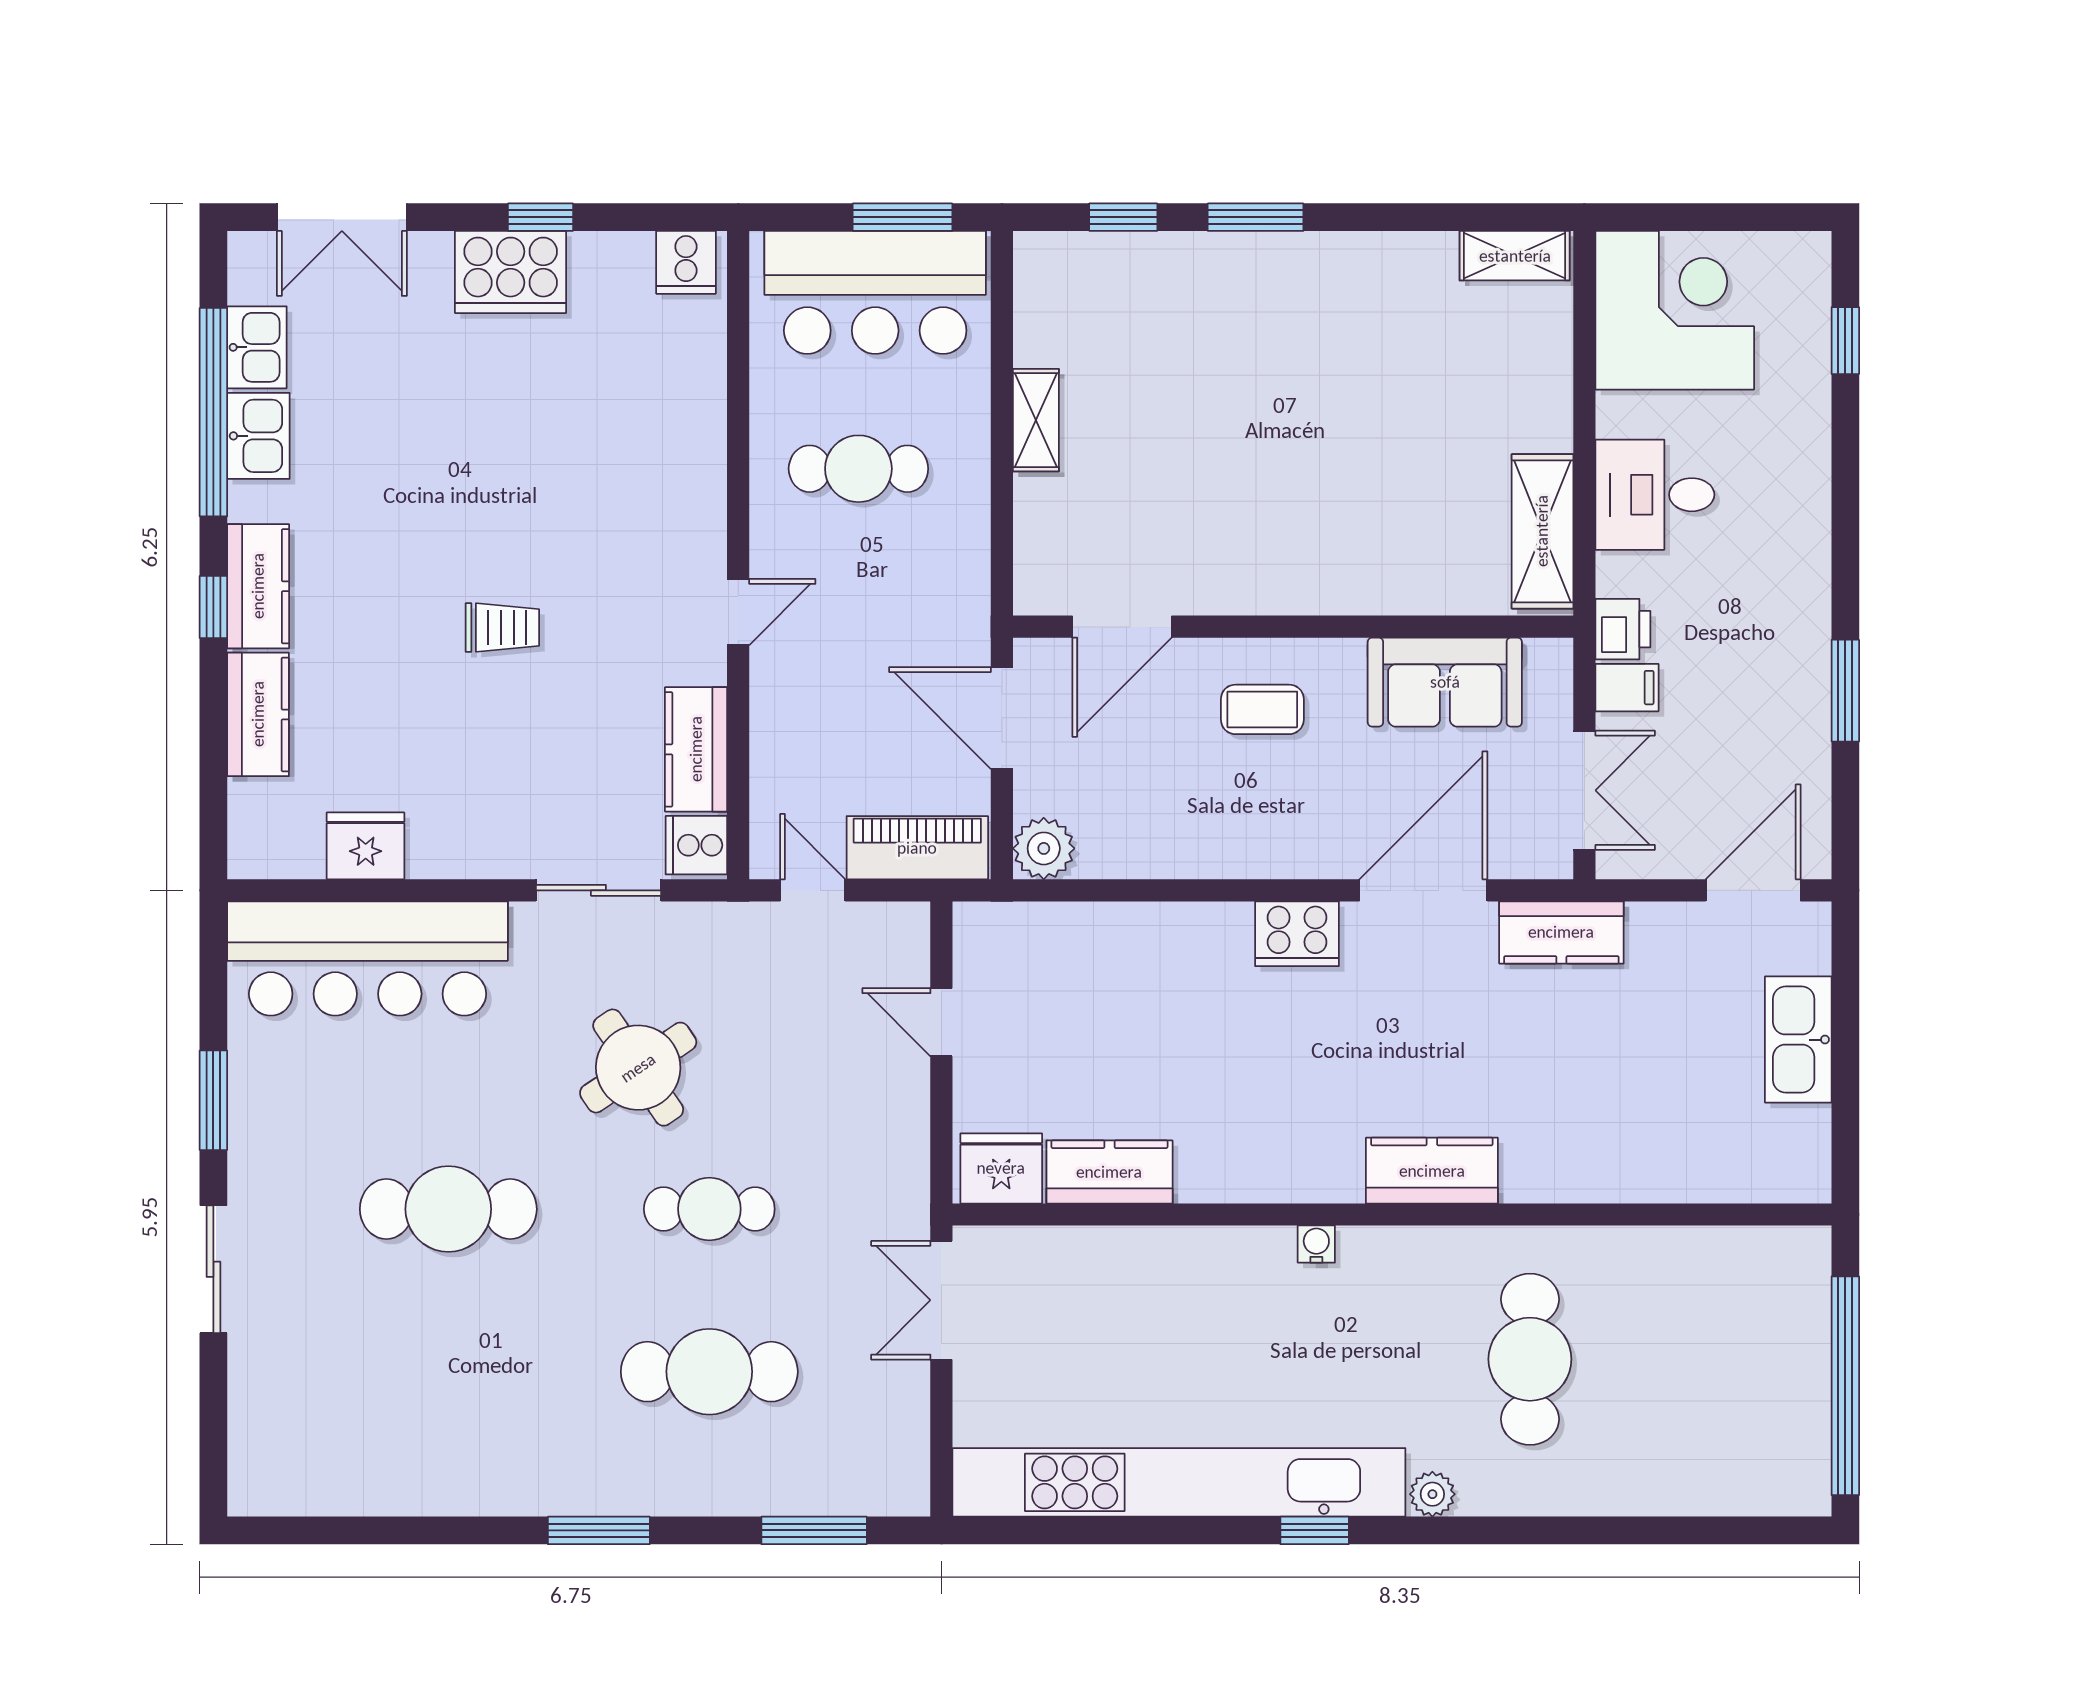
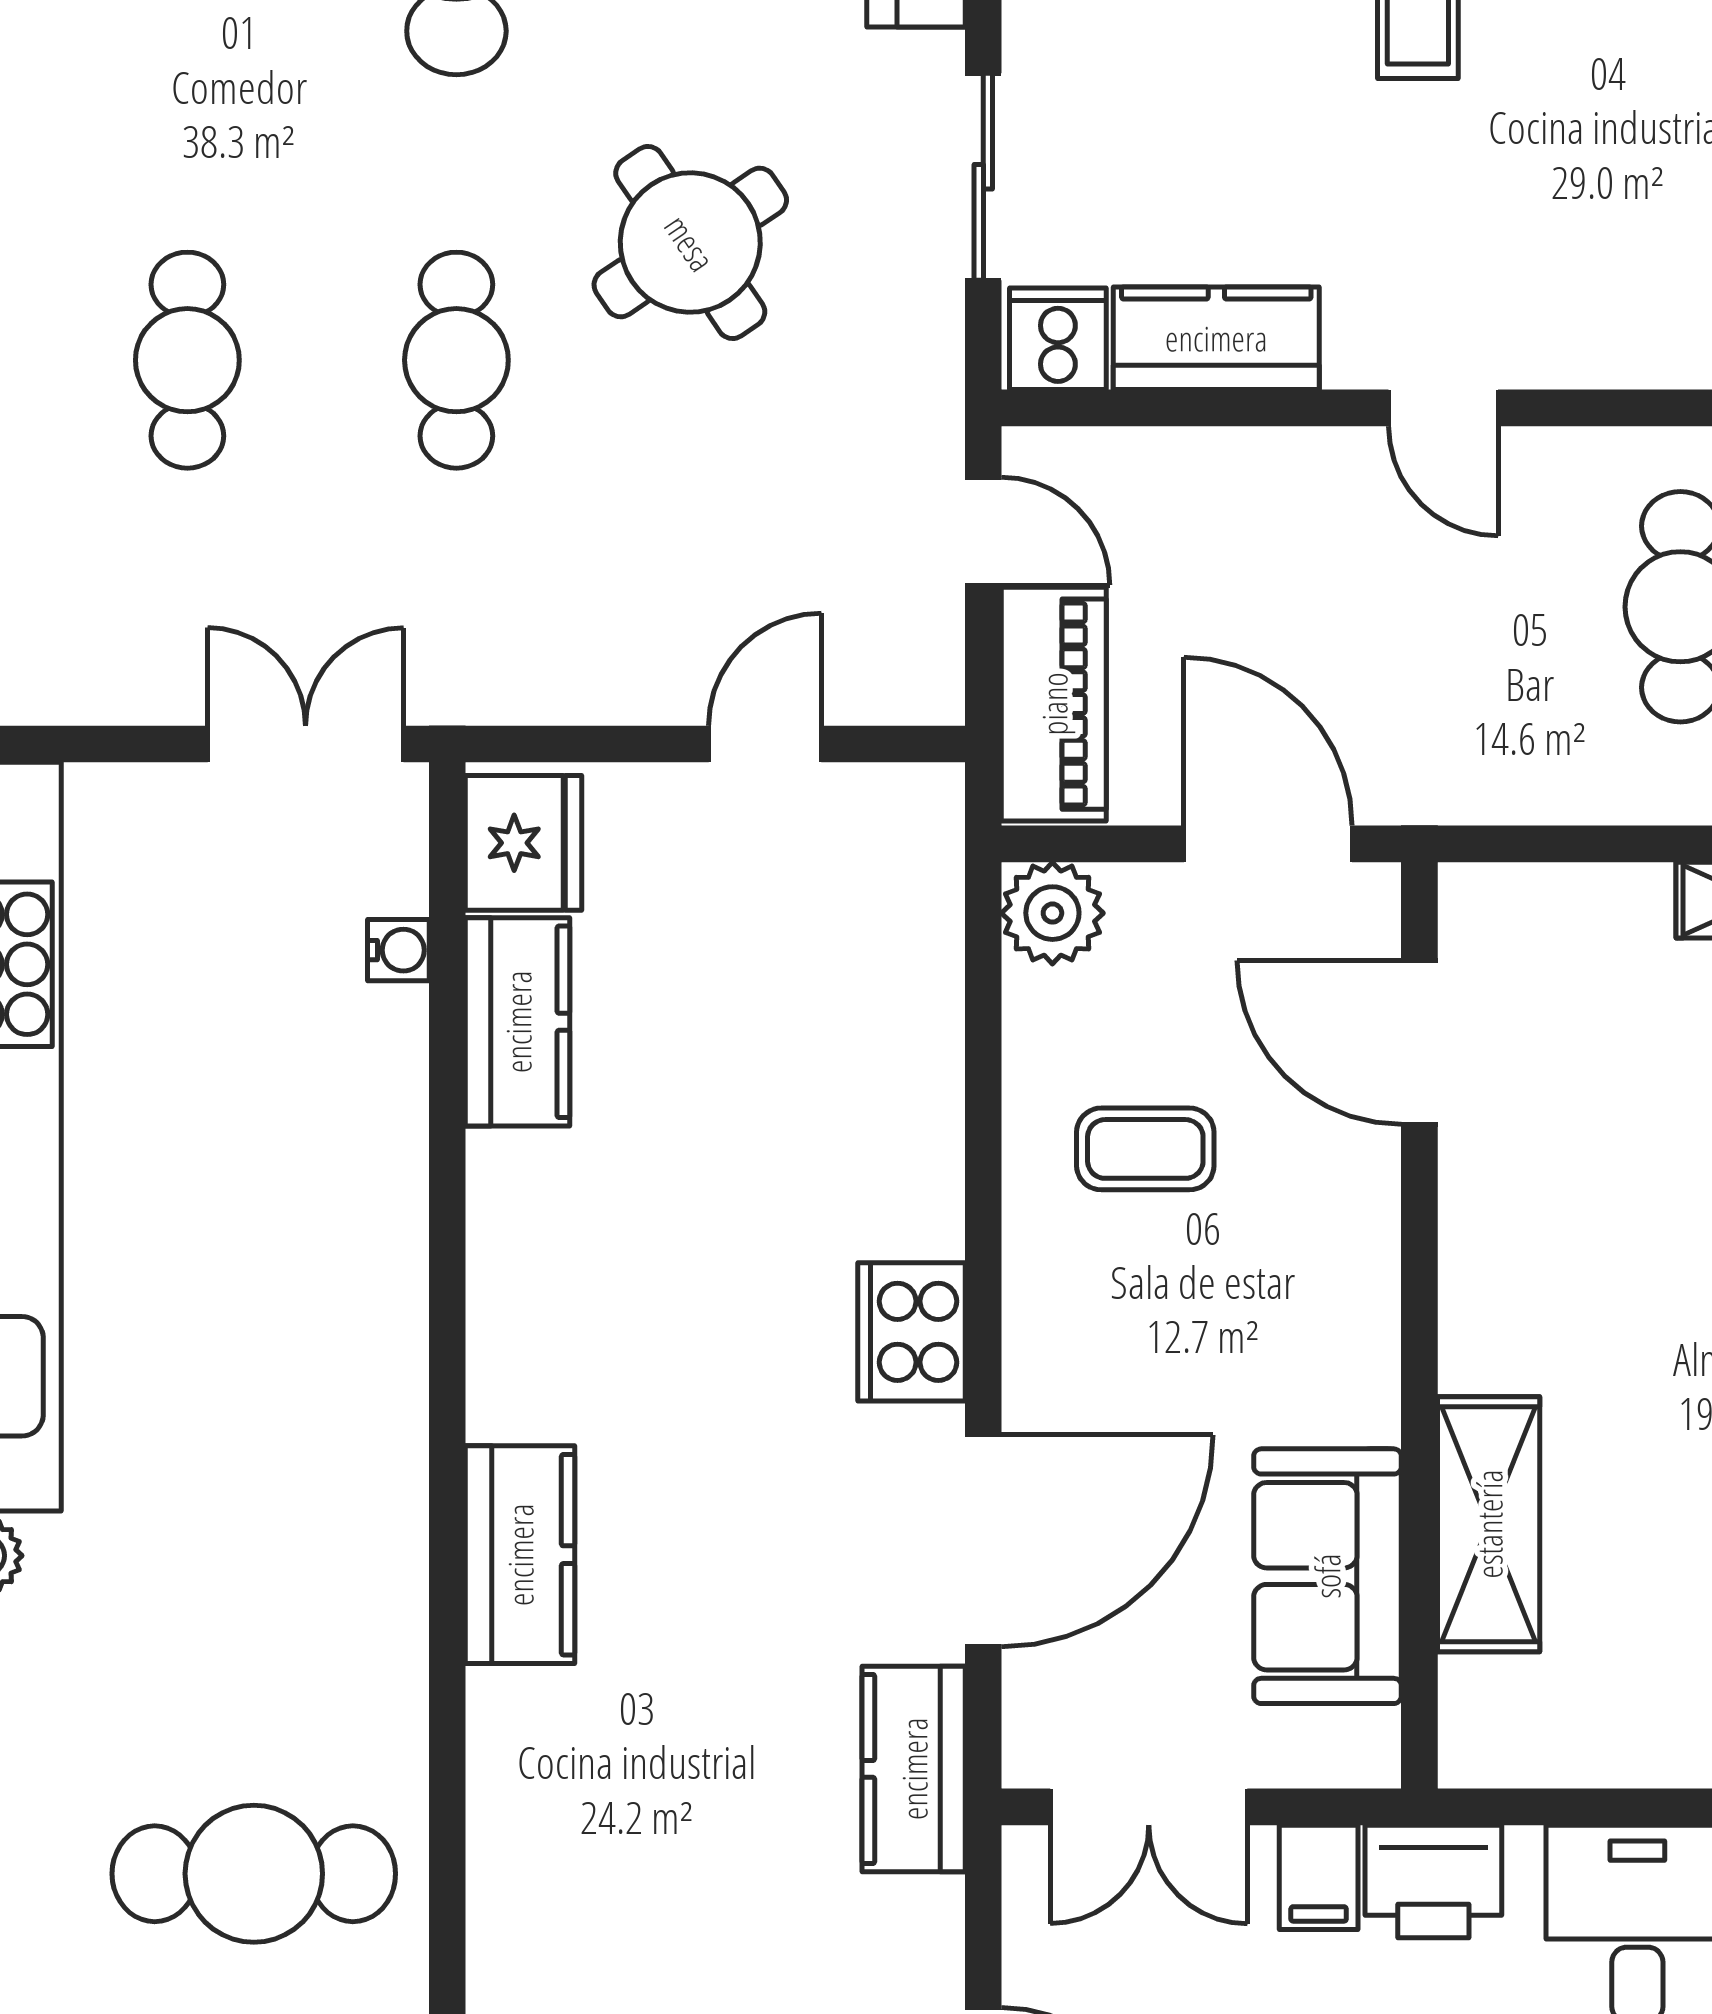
shelving: (1542, 531) -> (1489, 1524), moved, turned 90
printer: (1623, 629) -> (1433, 1881), width x1.36, depth x1.24
coffee table: (1262, 709) -> (1145, 1149), moved, turned 90
door: (1002, 718) -> (1268, 844), hinge flipped
door: (813, 890) -> (983, 531), hinge flipped
door: (1423, 890) -> (983, 1541), hinge flipped
water cooler: (1316, 1244) -> (398, 950), moved
cafe table: (1530, 1359) -> (254, 1874), moved
cafe table: (709, 1372) -> (187, 360), width x0.73, depth x0.74

